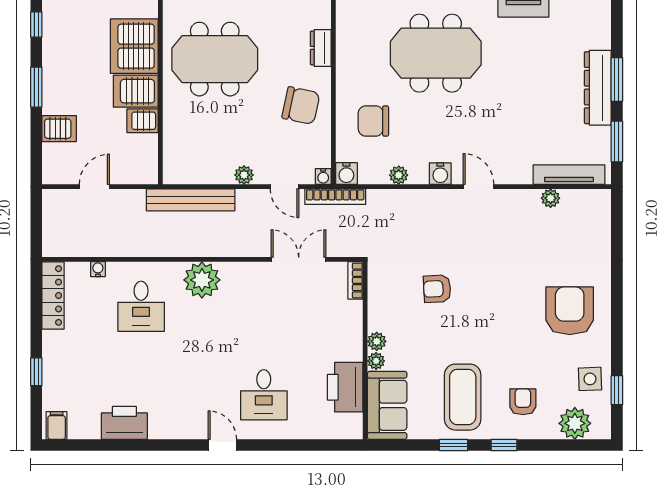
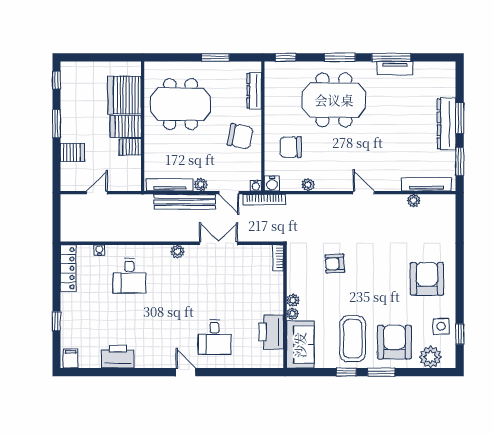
dresser: (321, 48) -> (254, 91), width x1.44
water cooler: (440, 174) -> (337, 184), removed
tv unit: (199, 175) -> (170, 185), added
bench: (191, 200) -> (185, 202), moved
double door: (299, 259) -> (218, 243), moved
plant: (202, 280) -> (177, 252), width x0.53, depth x0.53
armchair: (523, 402) -> (394, 342), width x1.88, depth x1.88
window: (504, 445) -> (381, 372), width x1.50

